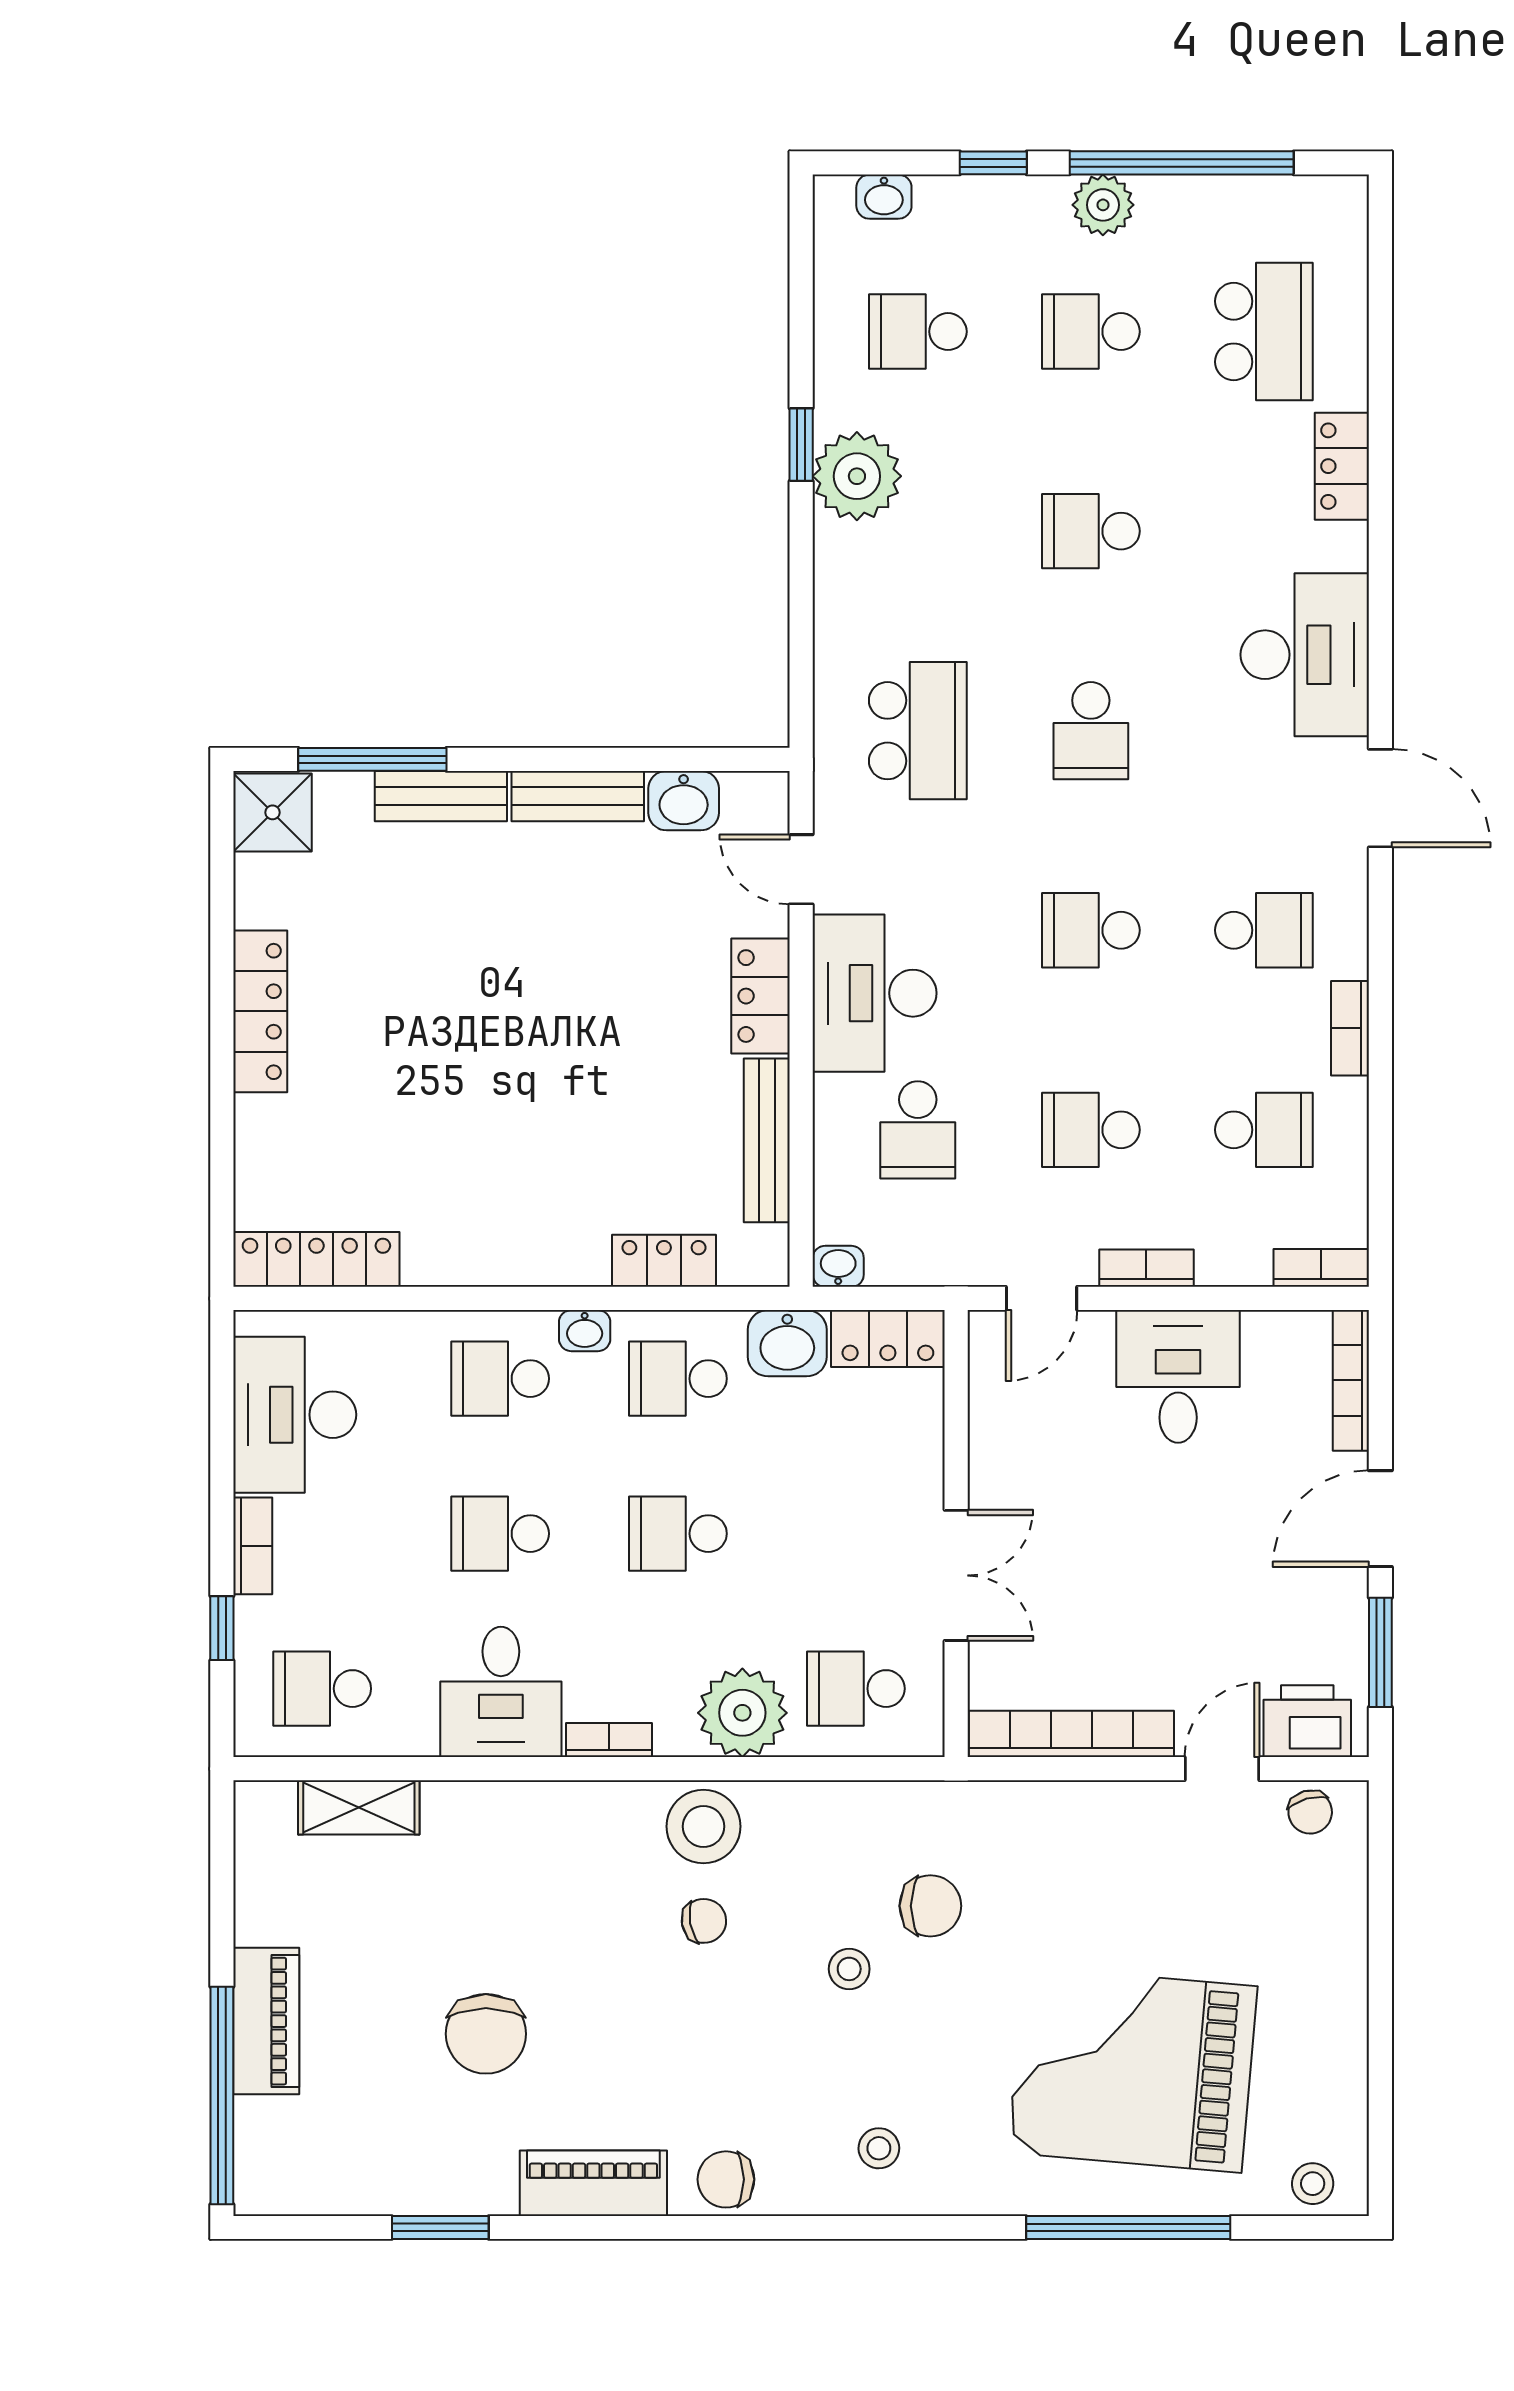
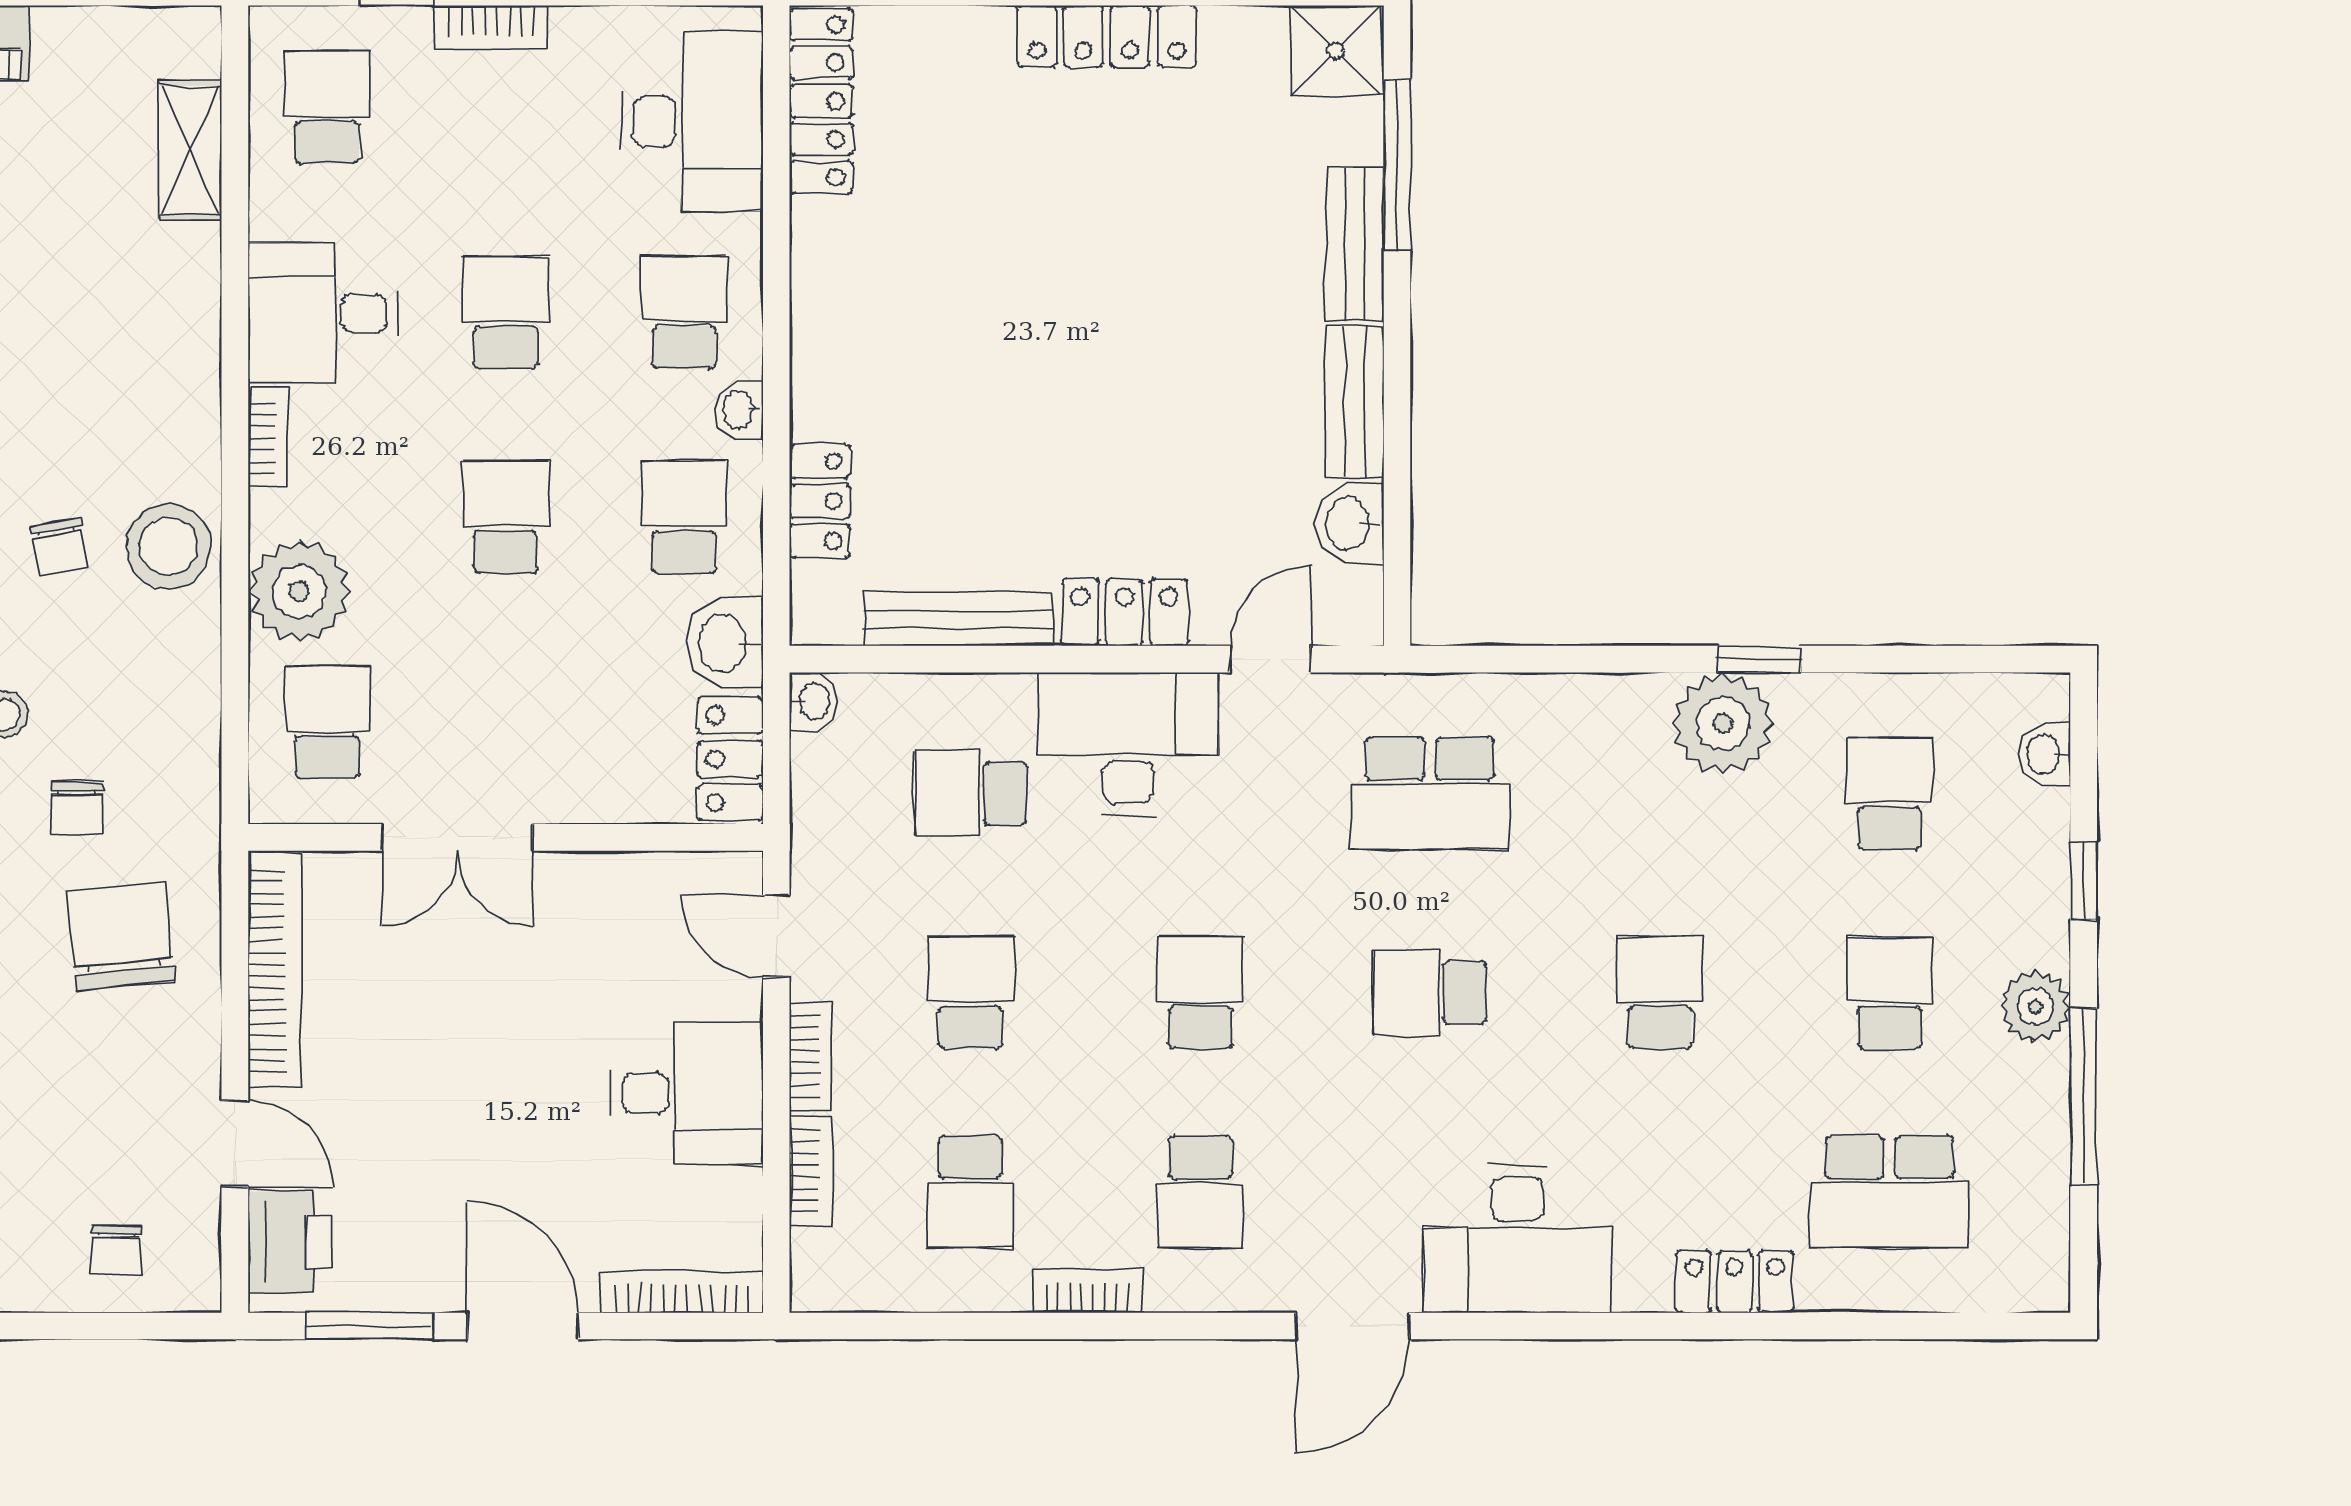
window: (1182, 163) -> (2084, 1097), width x0.68
bookcase: (1321, 1268) -> (811, 1171), moved
desk: (295, 1415) -> (692, 121), moved, turned 90
chair: (1310, 1812) -> (116, 1250), moved, turned -74
chair: (1042, 1868) -> (121, 937), added
chair: (930, 1906) -> (77, 808), width x0.73, depth x0.73

